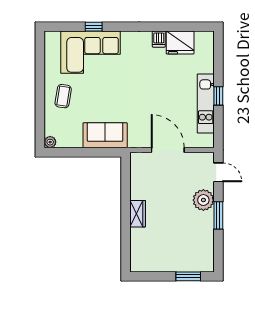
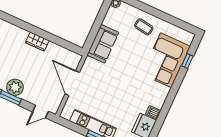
window: (94, 27) -> (187, 61), moved
door: (168, 150) -> (72, 83), swing flipped
plant: (203, 200) -> (15, 87), moved

